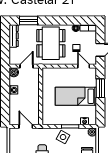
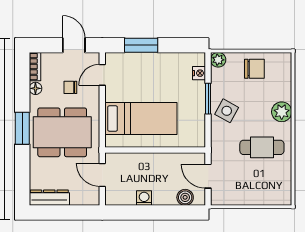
window: (28, 20) -> (22, 128), moved
boiler: (14, 72) -> (185, 197), moved
bed: (76, 96) -> (141, 118), moved, turned -90
door: (26, 126) -> (208, 176), hinge flipped

